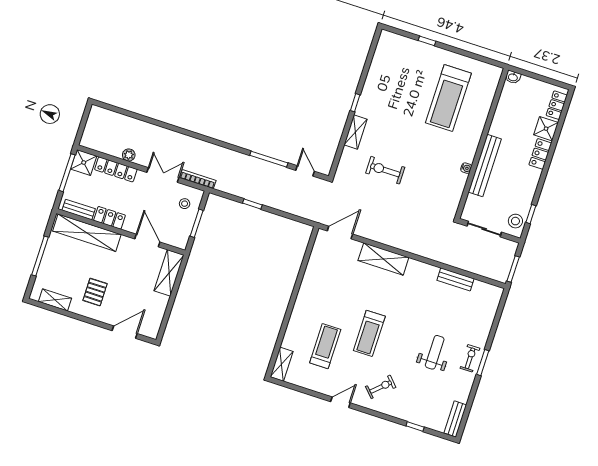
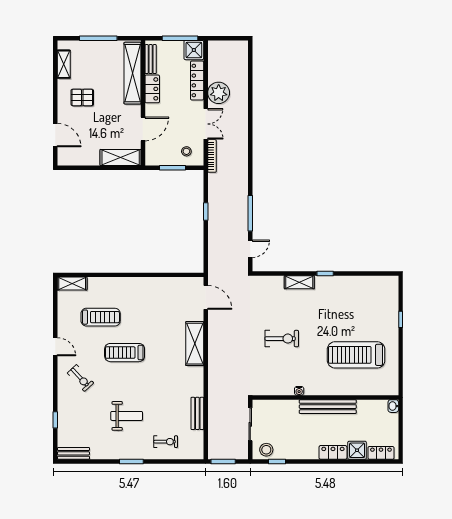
plant: (129, 155) -> (219, 93), width x1.88, depth x1.88
bench: (485, 166) -> (328, 407), moved
exercise bike: (385, 170) -> (282, 339), moved, turned 90
exercise bike: (470, 358) -> (166, 442), moved

